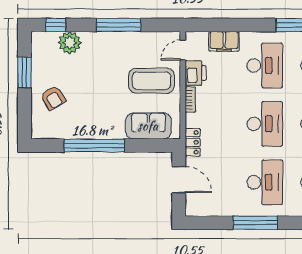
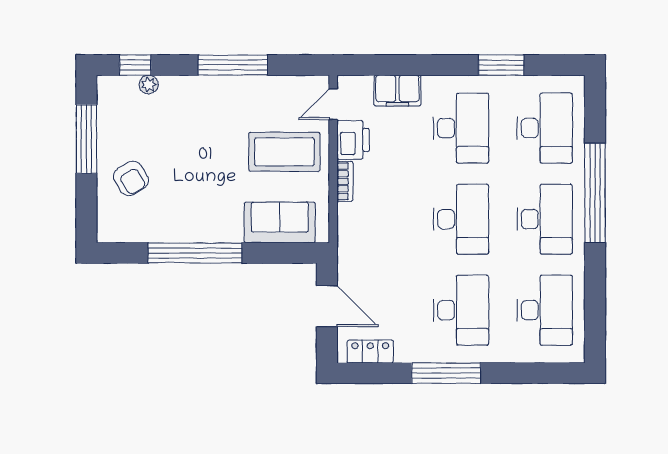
plant: (70, 43) -> (149, 84), width x0.53, depth x0.53
window: (24, 72) -> (86, 139), width x1.44
locker: (193, 142) -> (370, 352), moved, turned -90

